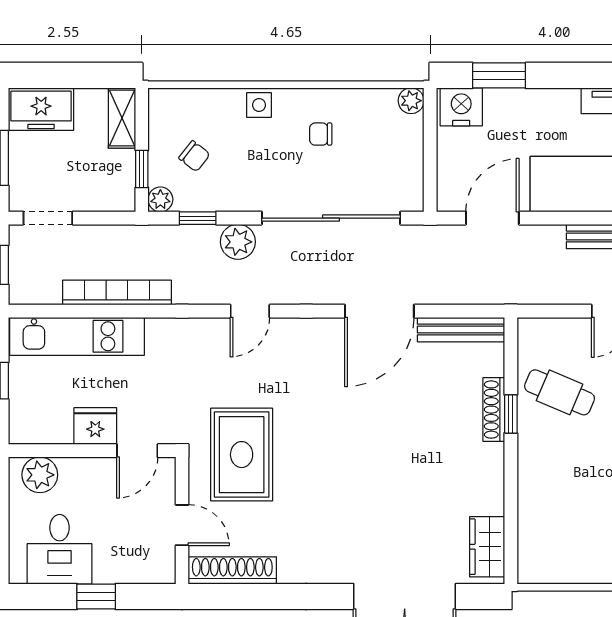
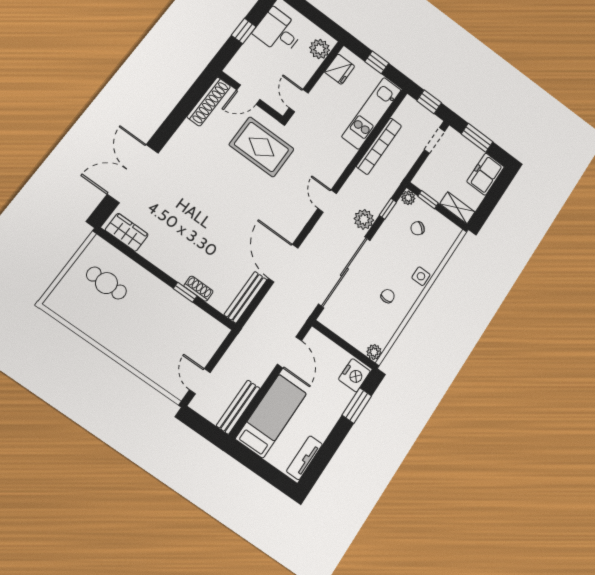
cafe table: (560, 392) -> (106, 283), moved, turned 67
shoe rack: (494, 410) -> (198, 289), width x0.70
fridge: (95, 426) -> (340, 69), moved

